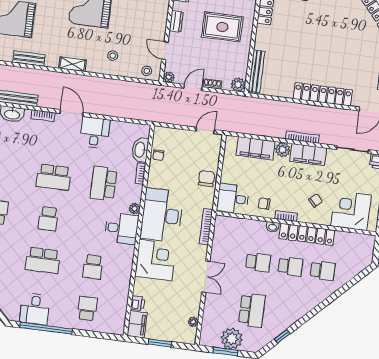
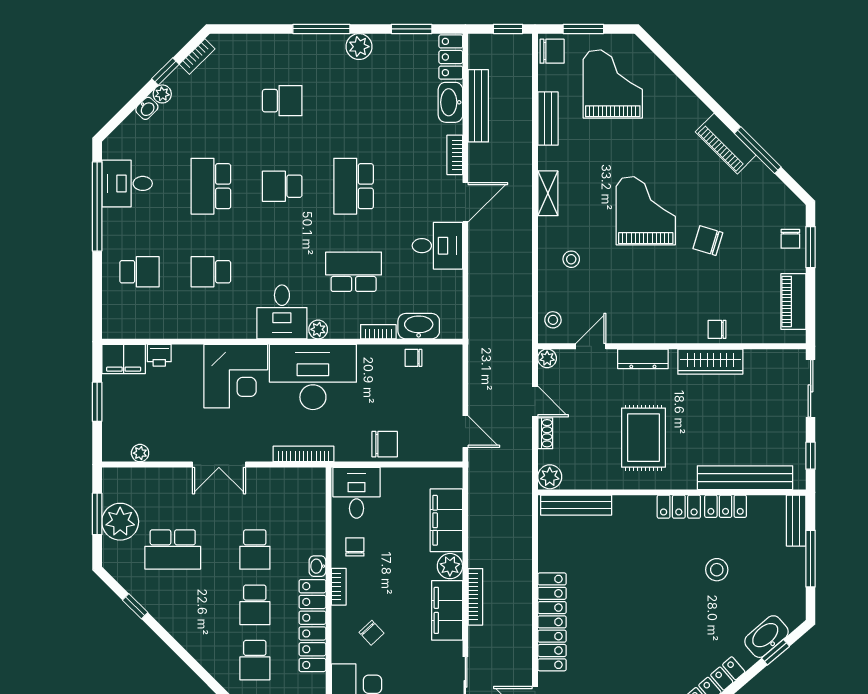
dresser: (176, 21) -> (643, 359), width x1.44

